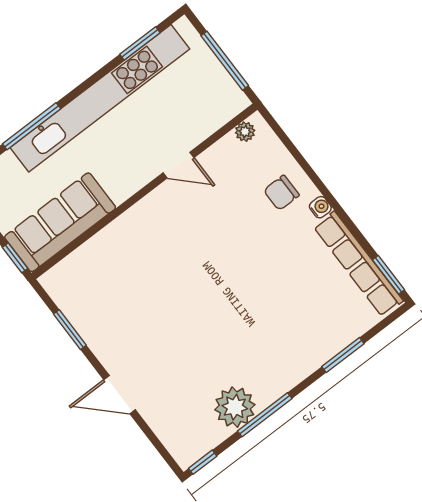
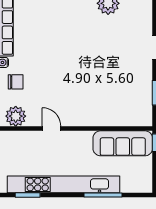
plant: (245, 132) -> (16, 116), width x1.87, depth x1.87

